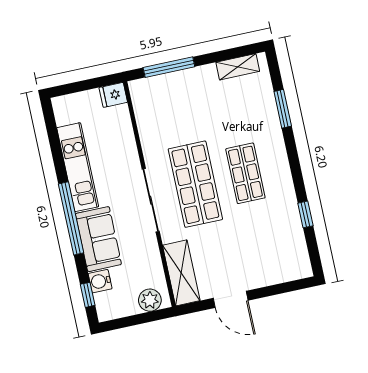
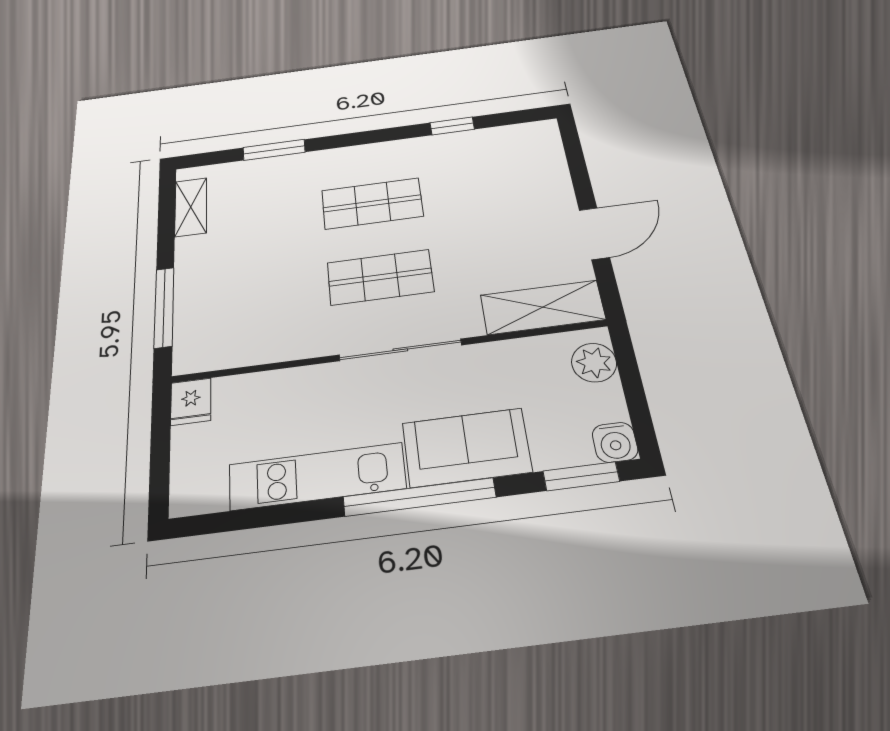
shop shelf: (195, 184) -> (380, 277), width x0.70, depth x0.74
water cooler: (100, 281) -> (615, 442), moved
window: (88, 295) -> (581, 476), width x1.50

